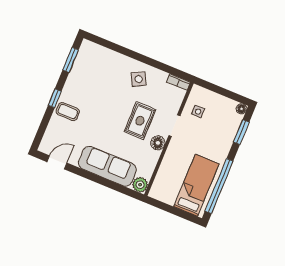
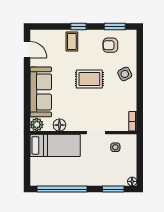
armchair: (88, 73) -> (110, 45), added
side table: (139, 79) -> (125, 74), moved
rug: (140, 121) -> (89, 79), moved
floor lamp: (158, 143) -> (59, 125), moved
bed: (196, 185) -> (55, 145), moved

